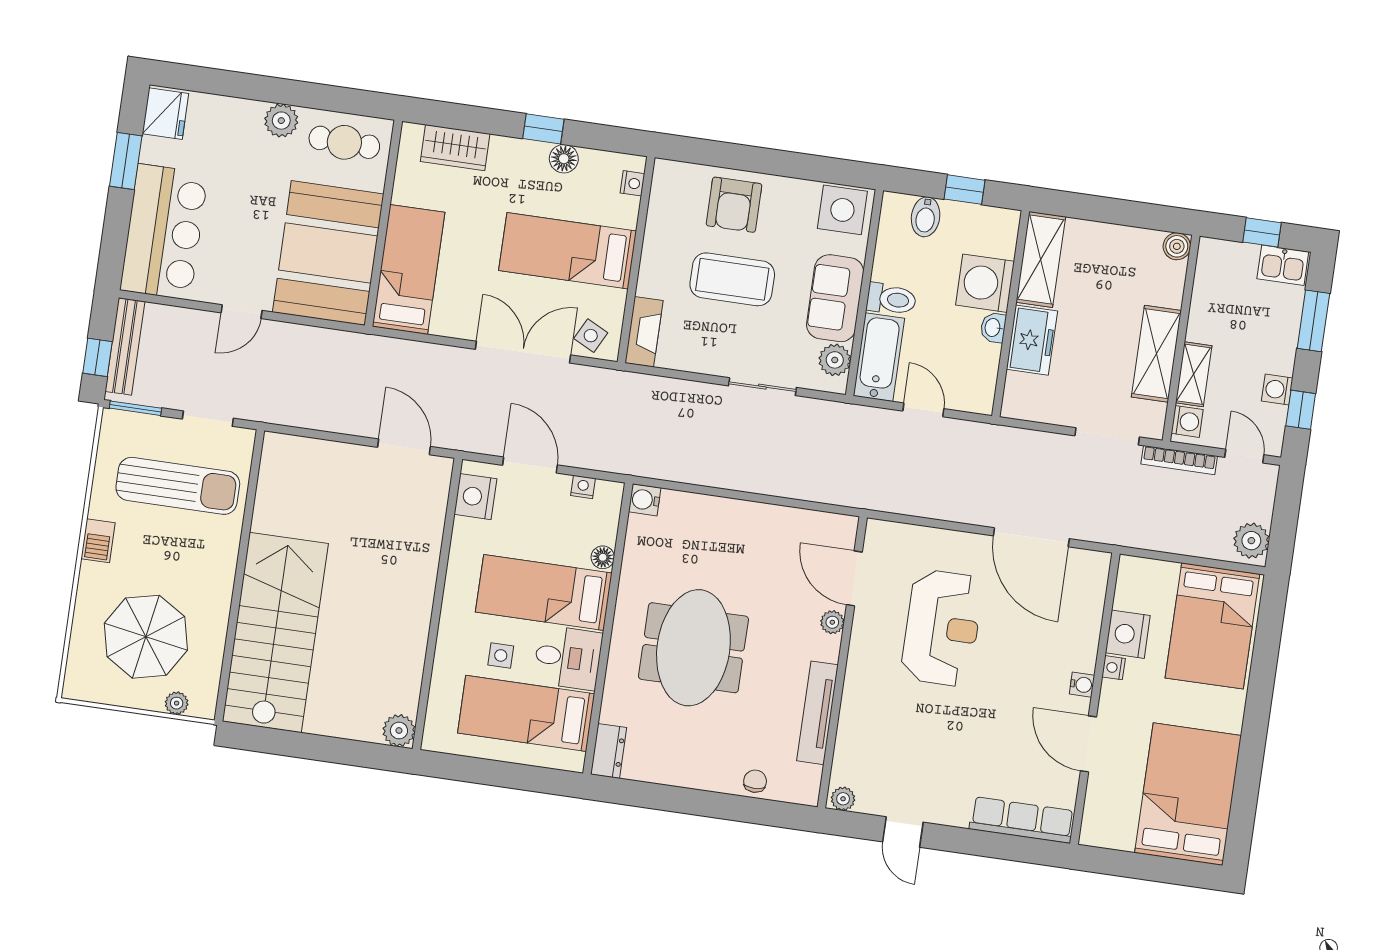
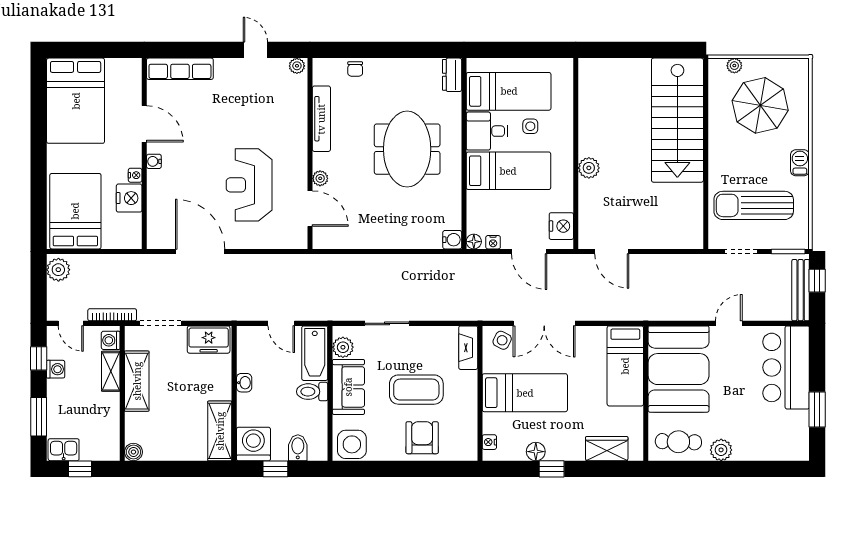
fridge: (165, 114) -> (796, 444), removed
washing machine: (985, 283) -> (253, 444), moved, turned -90
freezer: (1032, 340) -> (209, 340), moved, turned -90
floor lamp: (603, 557) -> (474, 242), moved
plant: (399, 731) -> (589, 168), moved

